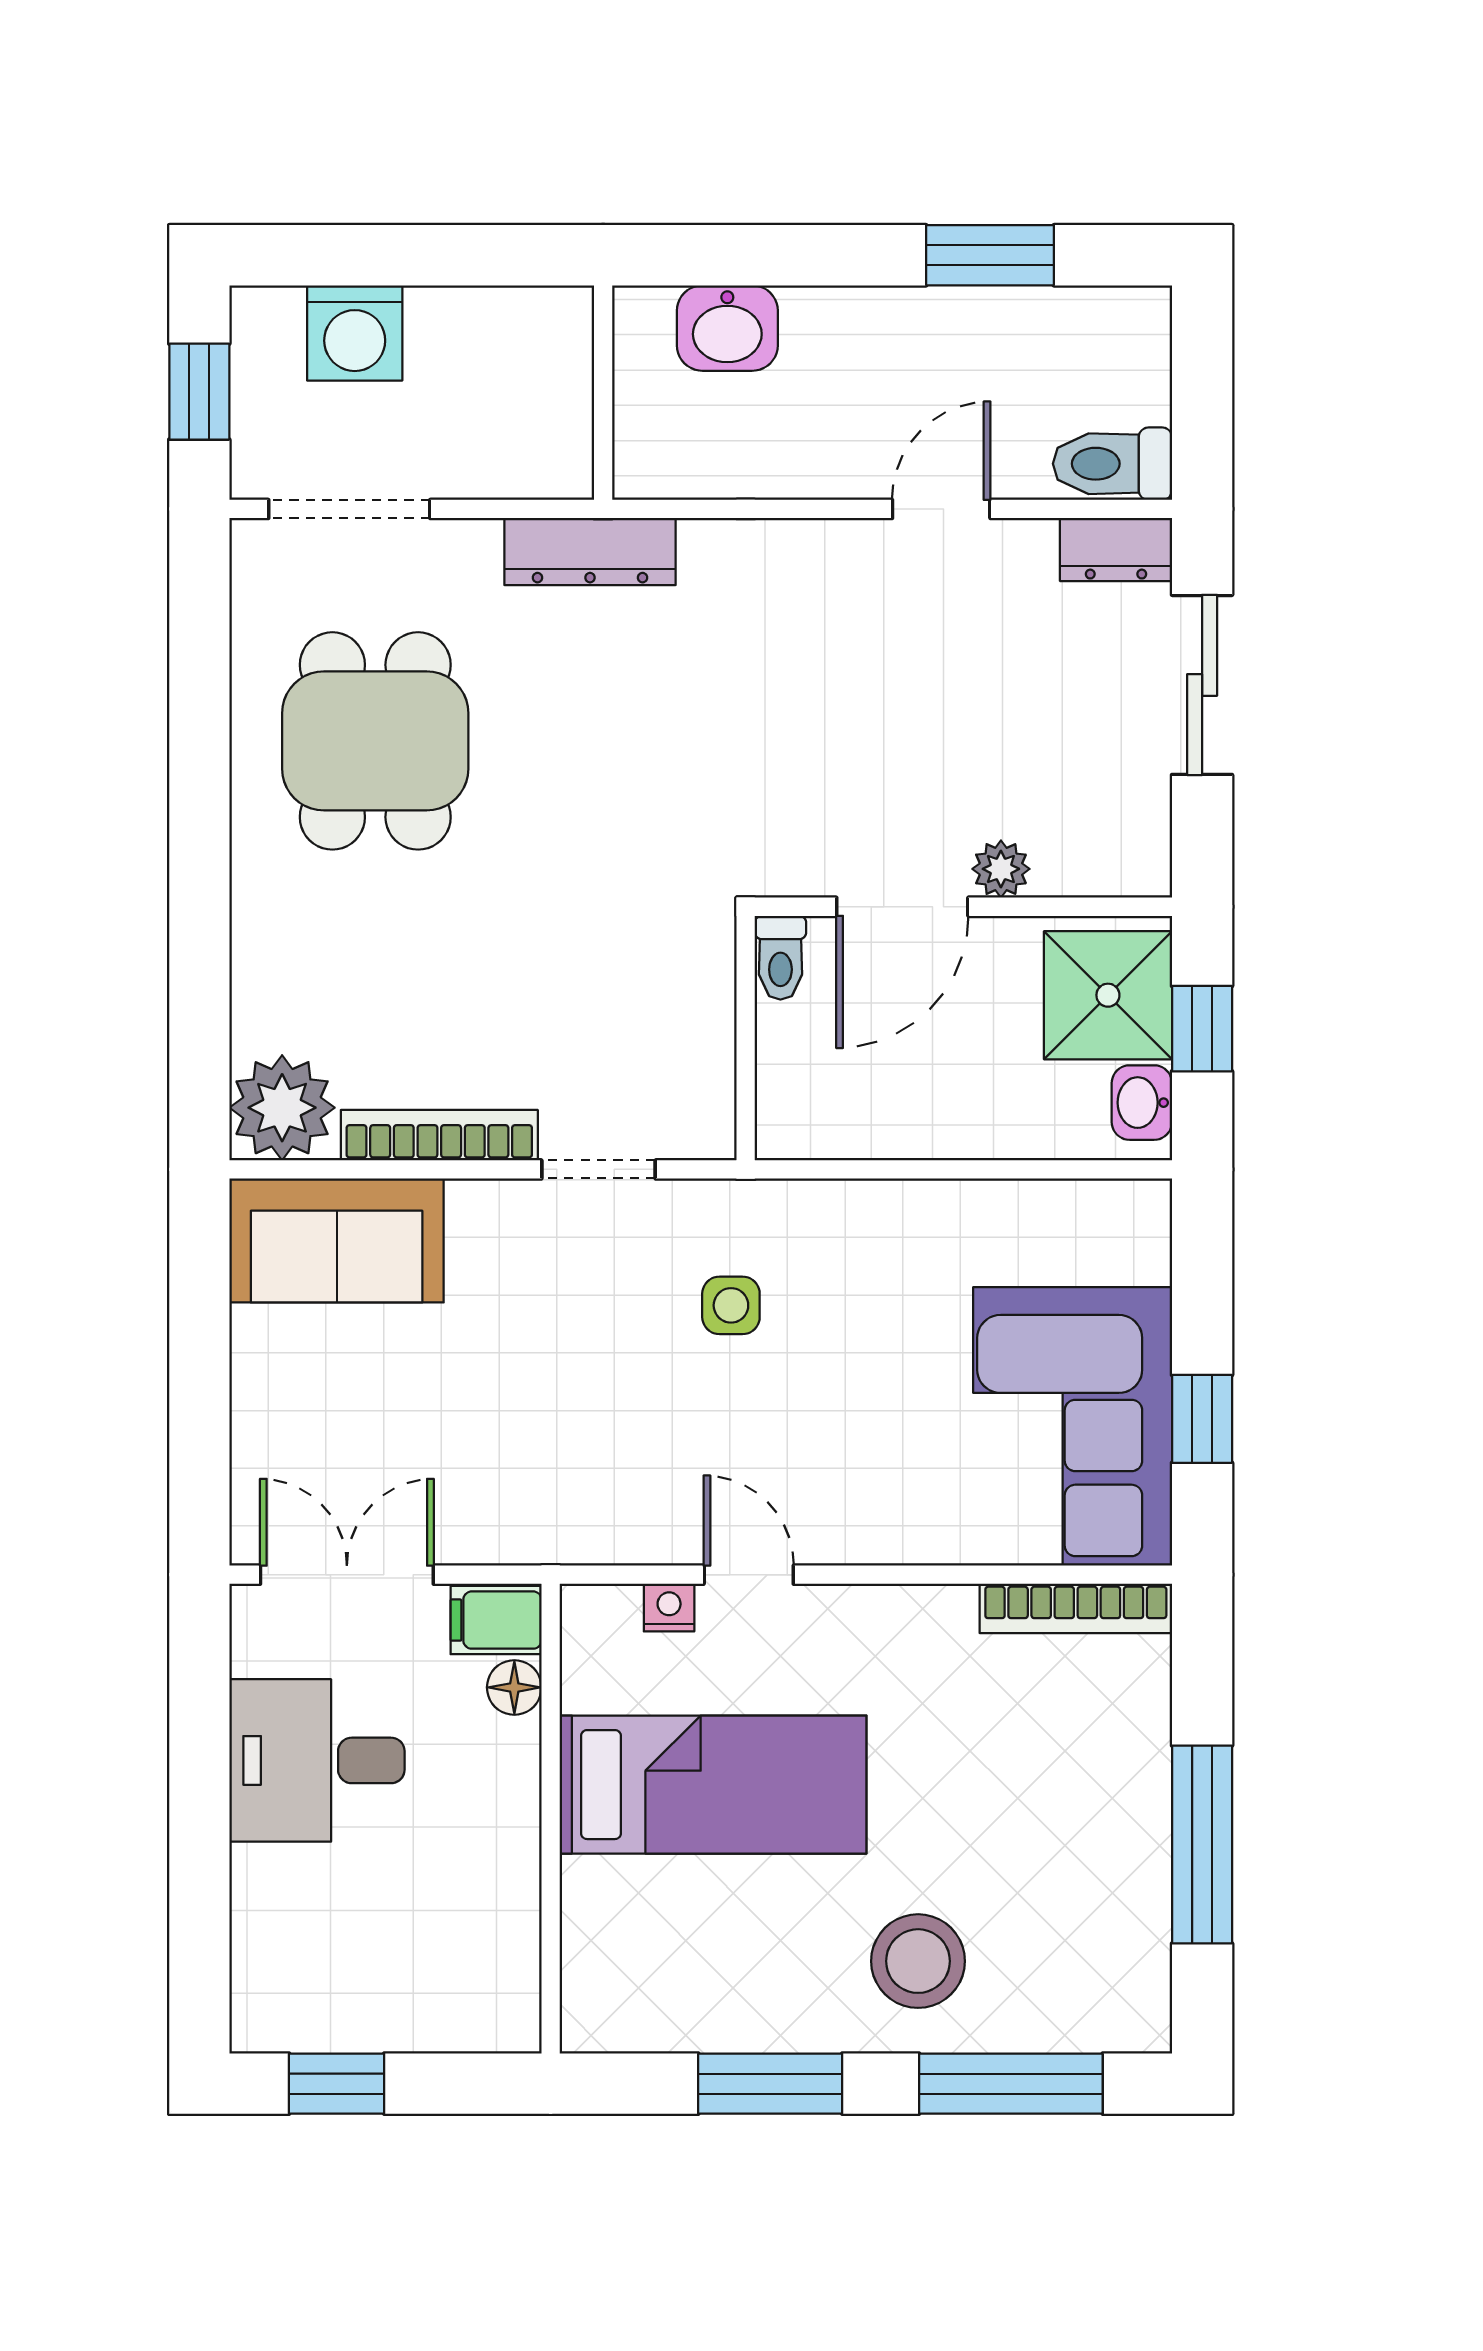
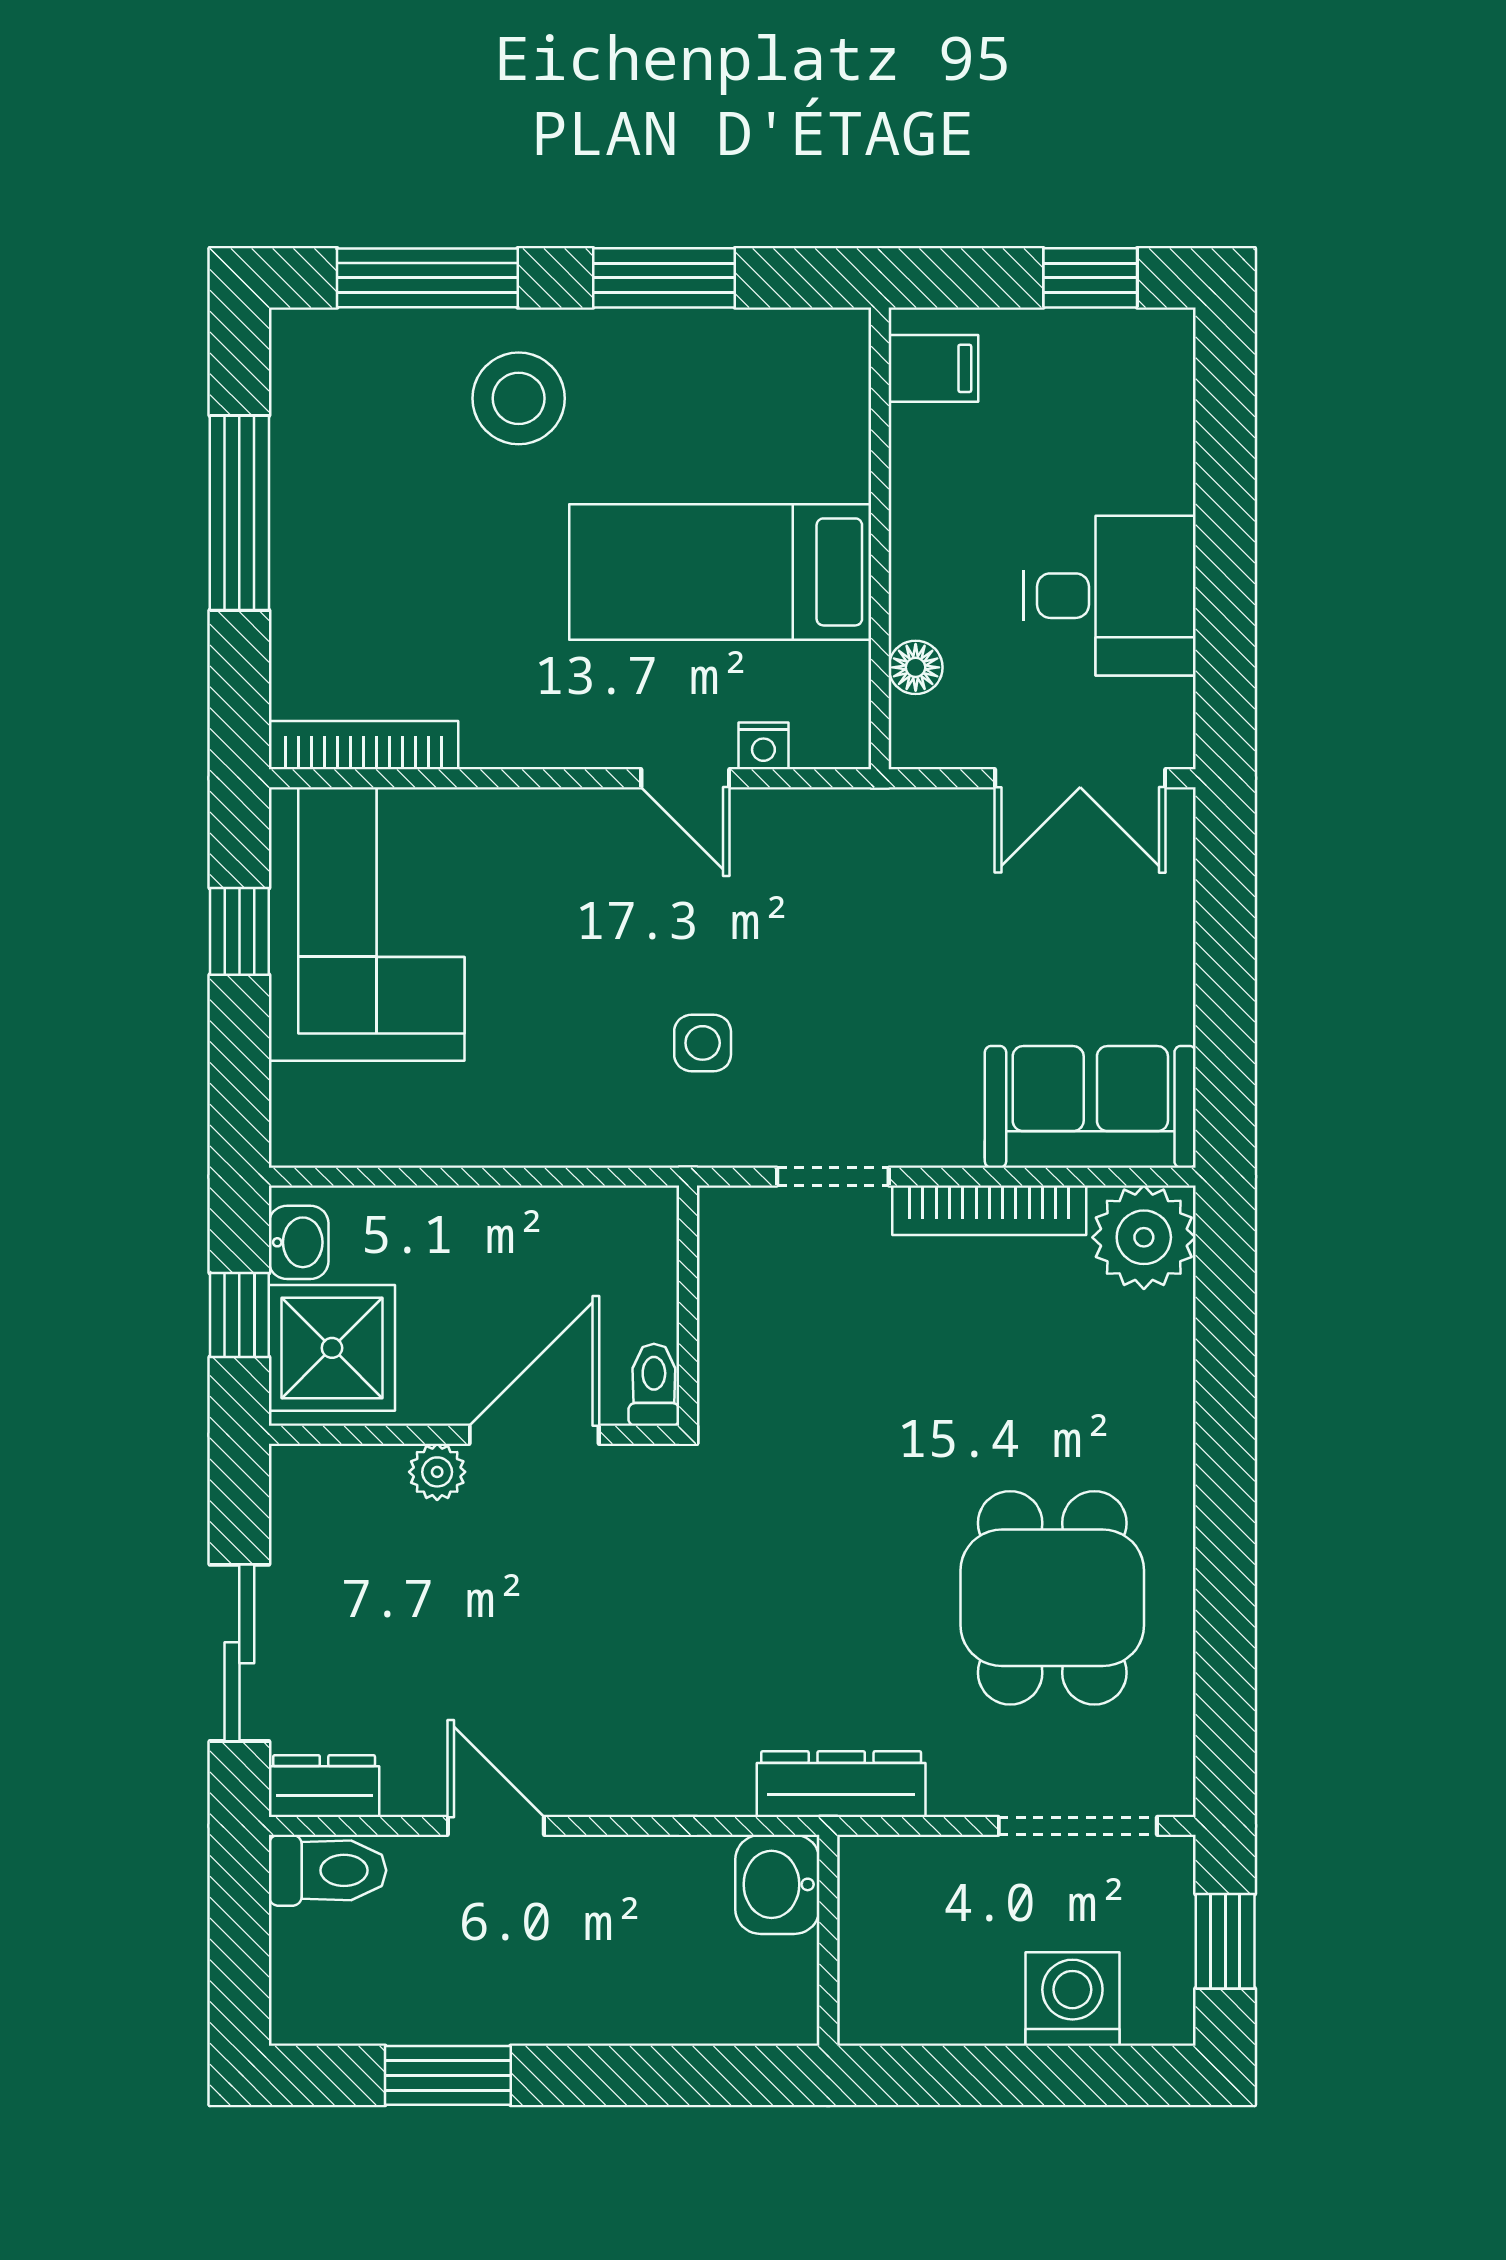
washbasin: (727, 328) -> (777, 1884), moved, turned -90
door: (941, 509) -> (496, 1826), swing flipped
filing cabinet: (496, 1620) -> (933, 368), moved

